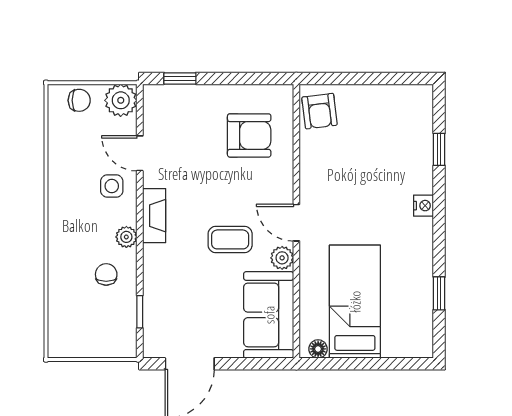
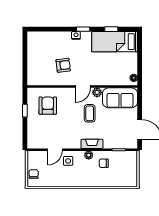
window: (180, 78) -> (25, 111), moved
plant: (121, 100) -> (34, 157), removed
armchair: (319, 111) -> (63, 65), moved
window: (439, 149) -> (83, 29), moved
fireplace: (154, 216) -> (92, 144), moved
bed: (355, 302) -> (115, 42), moved

